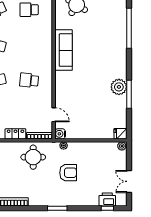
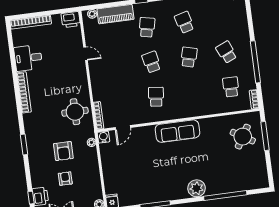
sofa: (64, 50) -> (177, 131), moved
plant: (119, 87) -> (197, 188), moved
locker: (15, 134) -> (97, 90), removed
armchair: (94, 174) -> (65, 179), added

